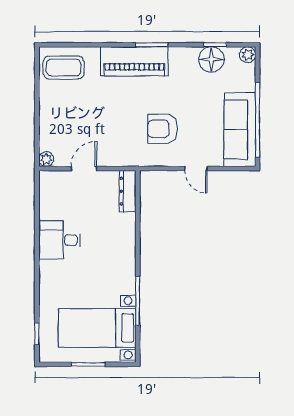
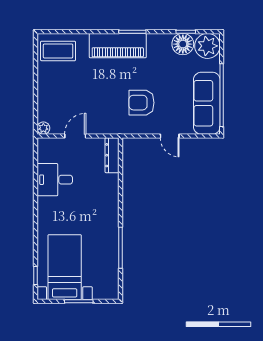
plant: (248, 55) -> (207, 46), width x1.88, depth x1.88
desk: (60, 240) -> (55, 180), moved
bed with nightstands: (97, 328) -> (65, 267), moved, turned 90

